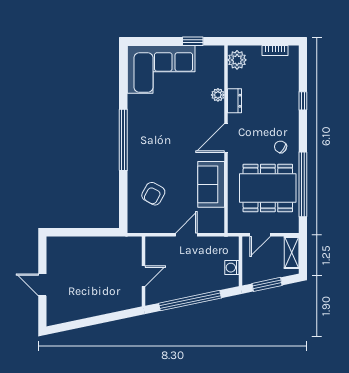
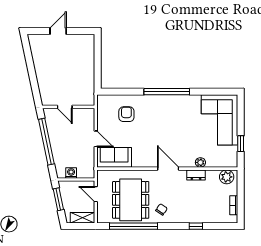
sofa: (211, 184) -> (114, 157), moved
armchair: (153, 194) -> (126, 114), turned 61

